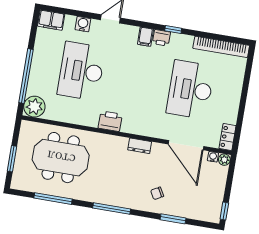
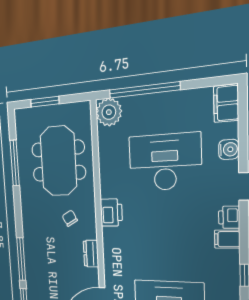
printer: (161, 38) -> (229, 217), moved
chair: (157, 193) -> (70, 218), moved
window: (112, 208) -> (21, 259), moved

